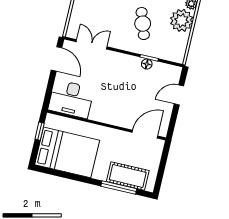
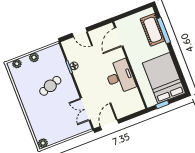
plant: (182, 20) -> (34, 57), width x0.53, depth x0.53
desk: (71, 99) -> (120, 77), moved
door: (145, 134) -> (119, 37), hinge flipped

